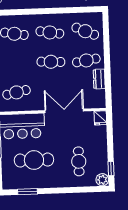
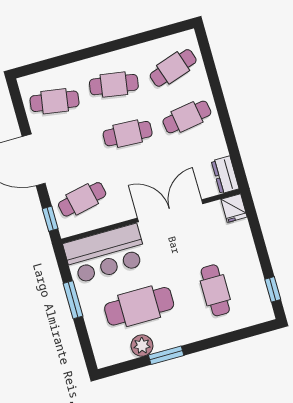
cafe table: (85, 31) -> (173, 68), turned -42
dresser: (99, 79) -> (225, 175), moved
plant: (102, 180) -> (142, 346), moved
window: (28, 192) -> (166, 355), moved

